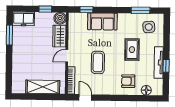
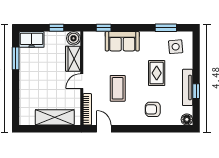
floor lamp: (146, 90) -> (187, 119), moved

